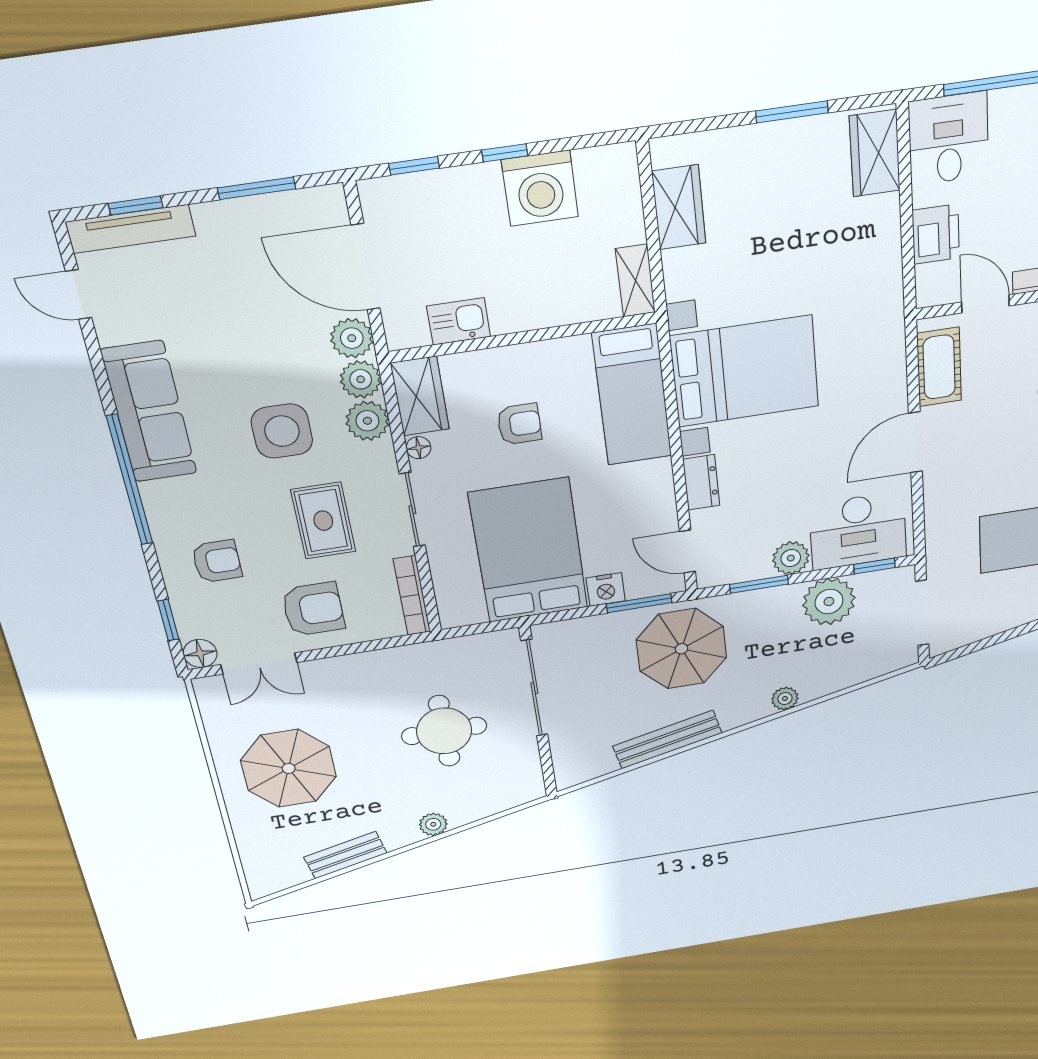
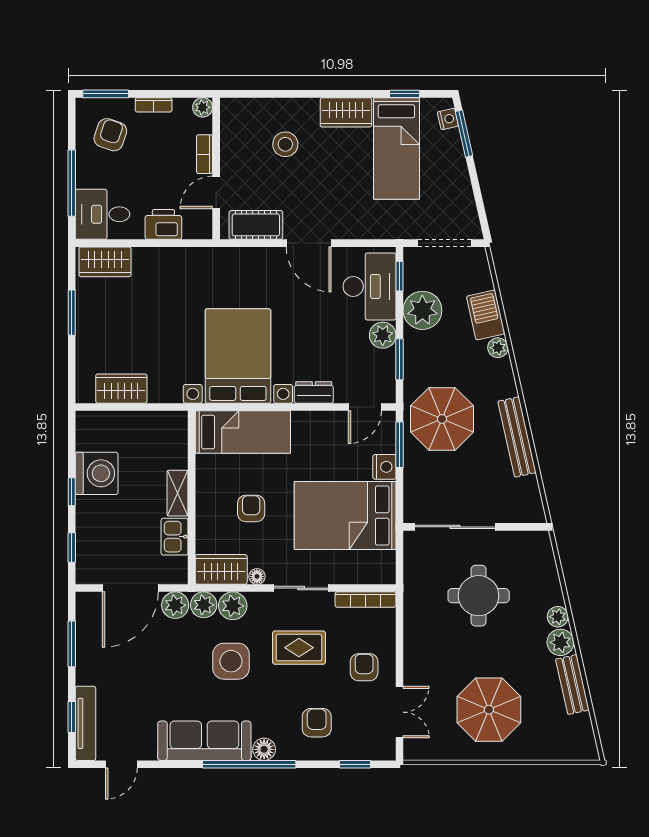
shelving: (635, 281) -> (178, 493), moved, turned 90
armchair: (313, 609) -> (364, 667), width x0.72, depth x0.72
floor lamp: (200, 653) -> (264, 749), moved
barbecue: (828, 677) -> (486, 315), added
plant: (399, 833) -> (560, 642), added

